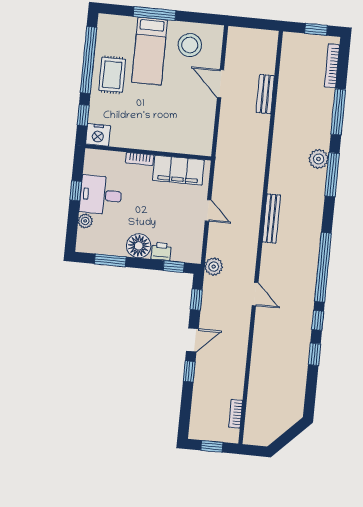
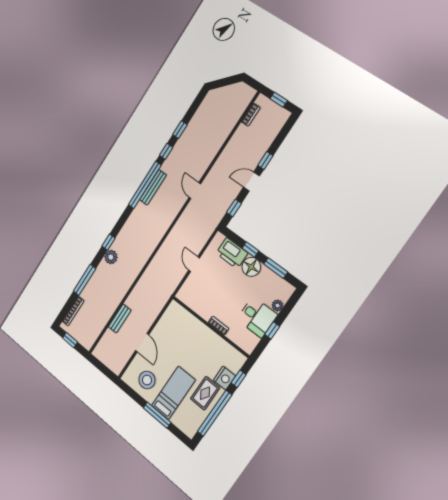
nightstand: (98, 135) -> (224, 378), moved, turned 90
filing cabinet: (178, 170) -> (198, 303), removed
window: (332, 175) -> (108, 242), width x0.46
bench: (271, 219) -> (153, 187), moved
printer: (161, 251) -> (232, 253), width x1.87, depth x1.48
window: (174, 267) -> (250, 249), moved
plant: (214, 267) -> (211, 224), removed

